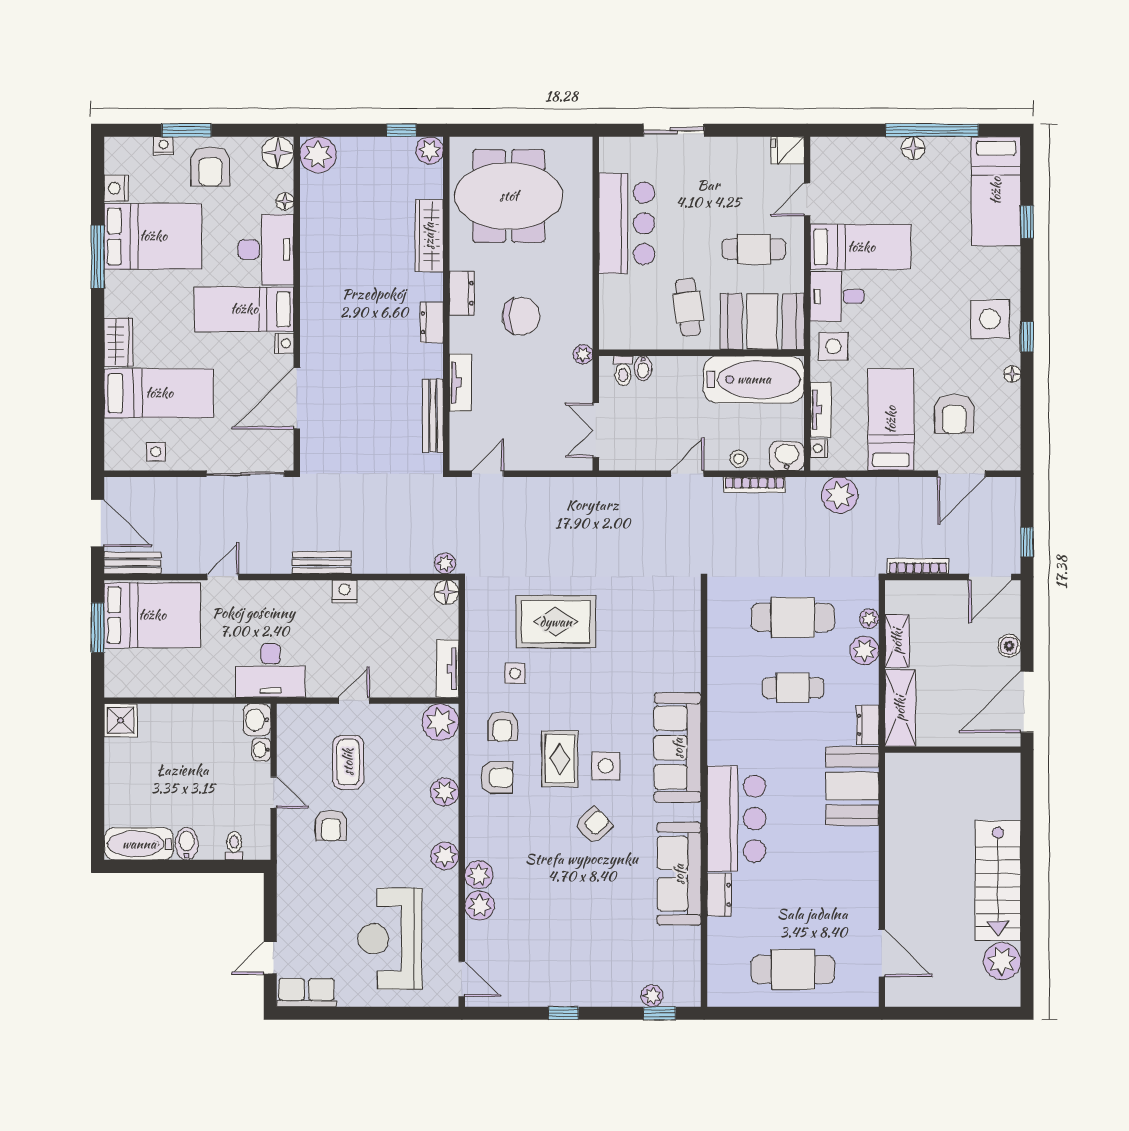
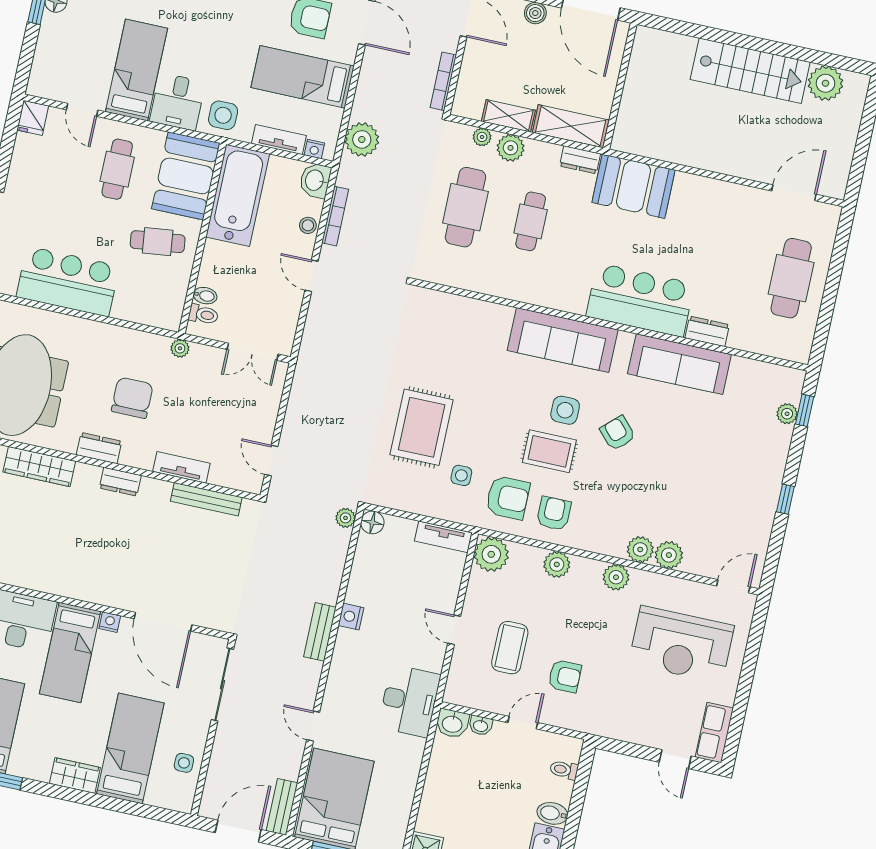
armchair: (503, 726) -> (508, 498), width x1.38, depth x1.38
coffee table: (348, 762) -> (510, 648), turned 90

